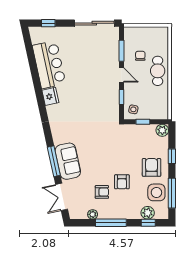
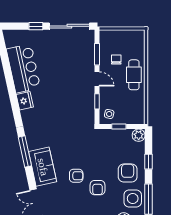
window: (48, 23) -> (36, 26), moved
window: (54, 161) -> (25, 151), moved
armchair: (102, 192) -> (76, 176), moved

